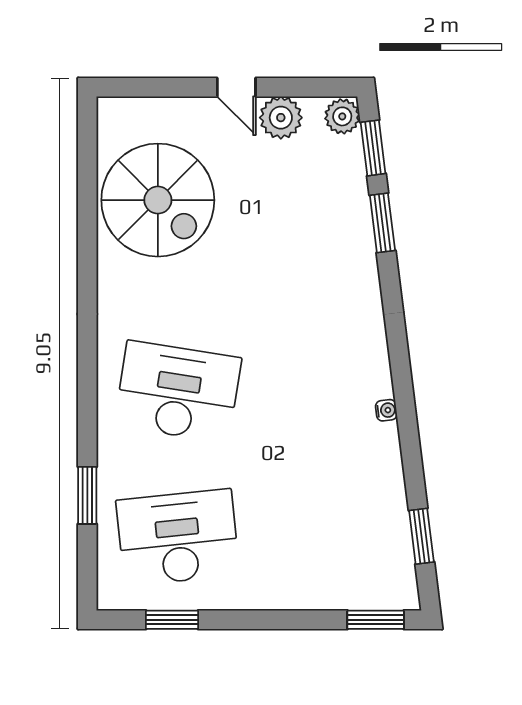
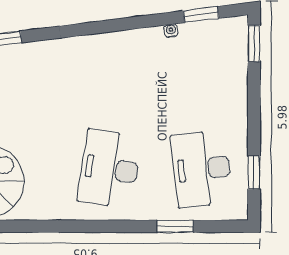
water cooler: (386, 410) -> (171, 31), moved

